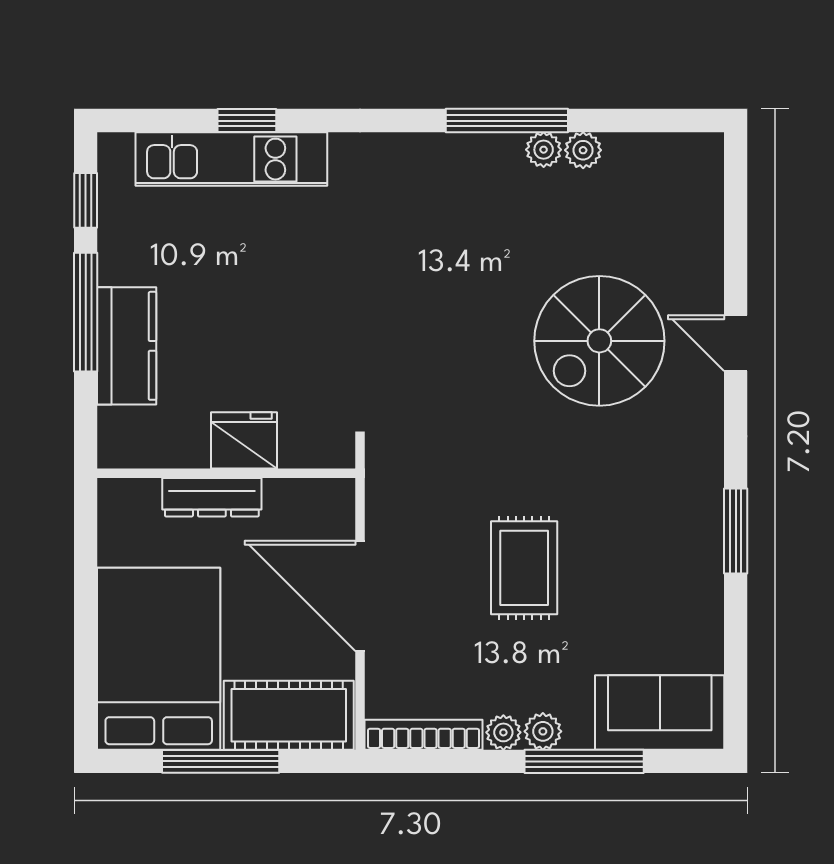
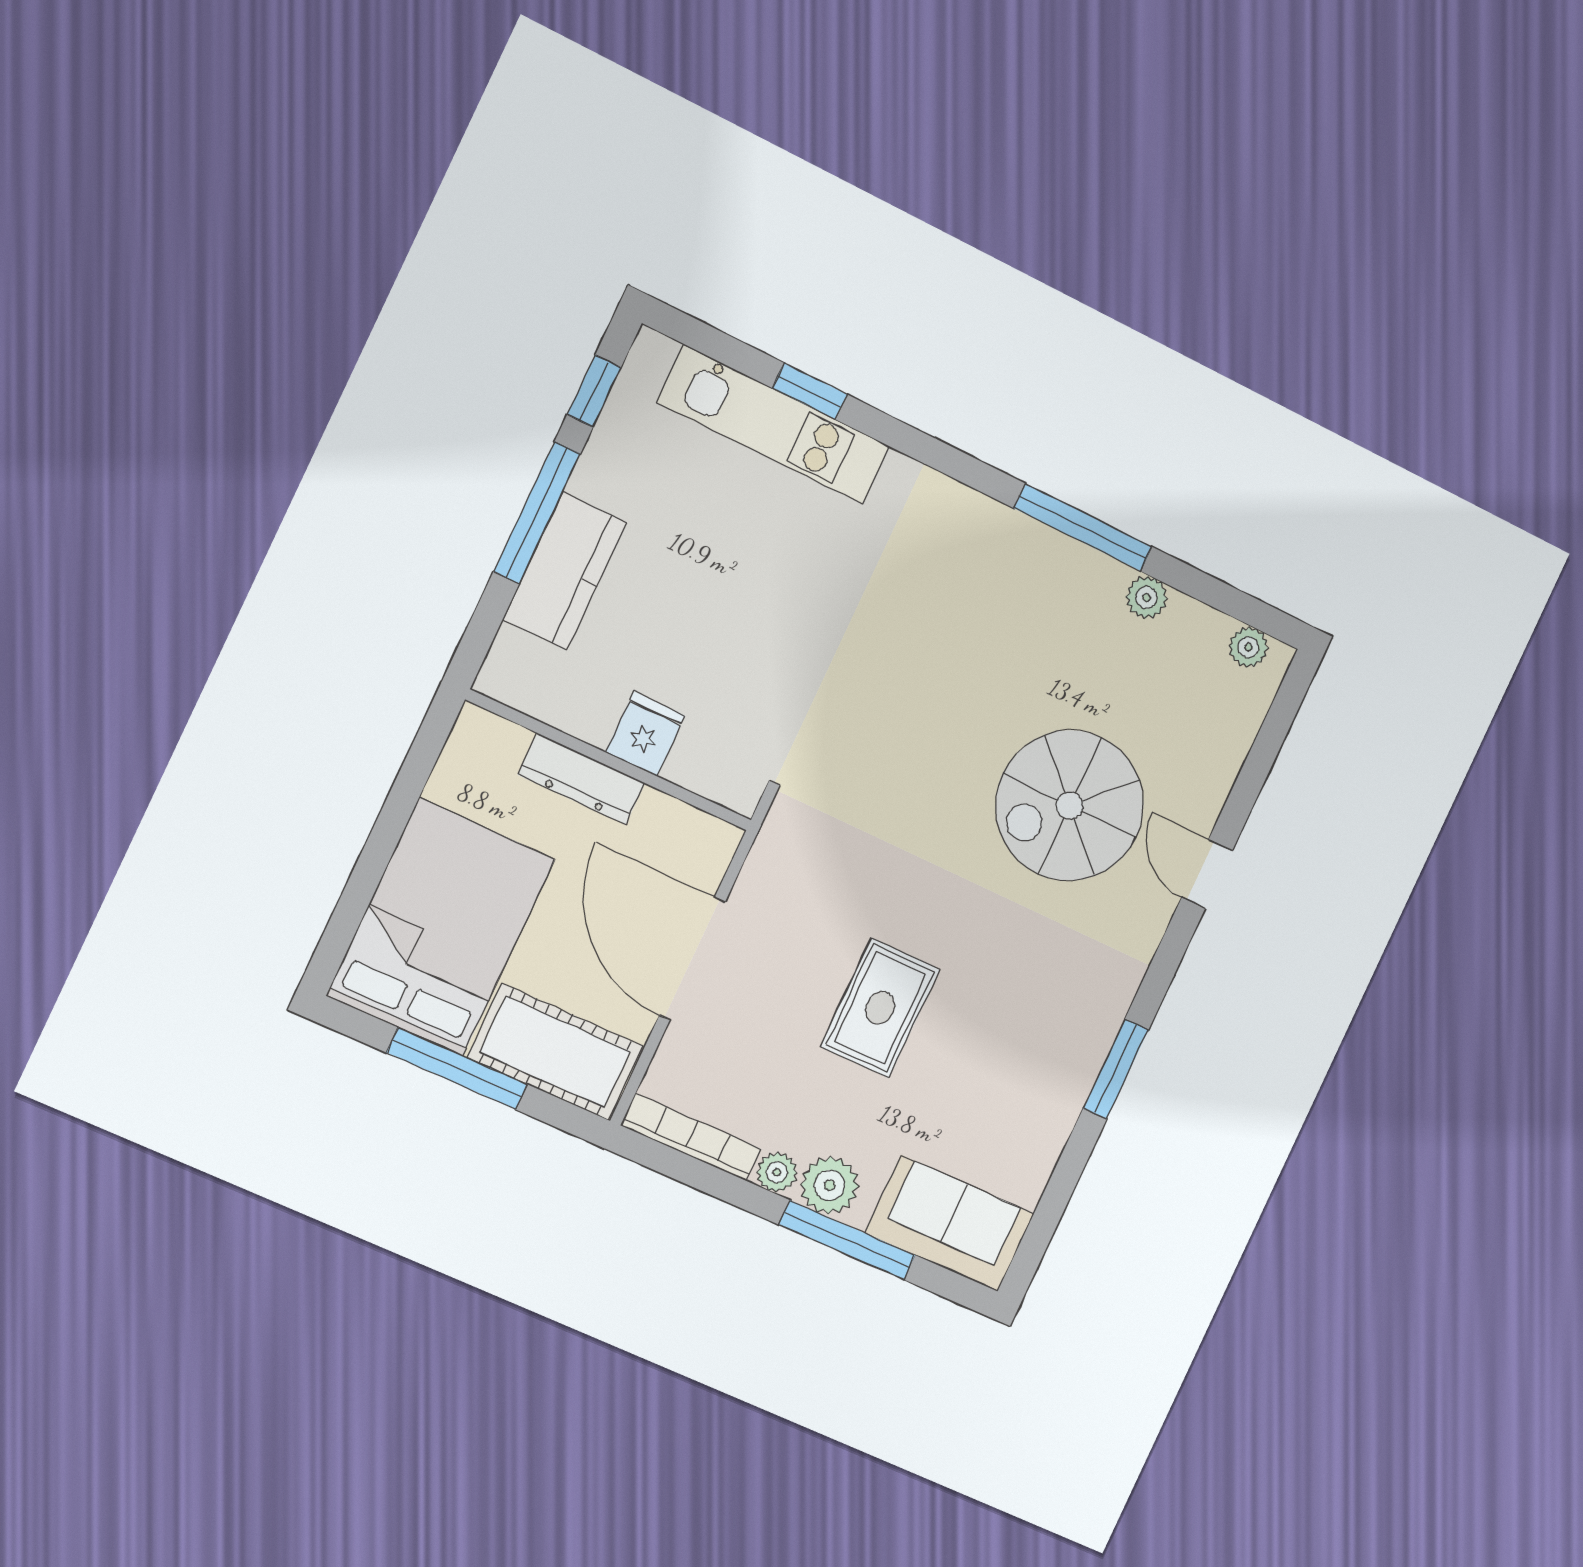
plant: (544, 150) -> (1248, 647), moved
fridge: (244, 440) -> (645, 734), width x0.72
plant: (543, 731) -> (830, 1185), width x1.38, depth x1.38

